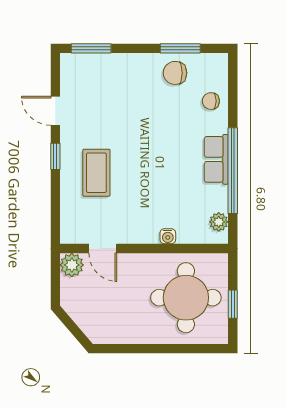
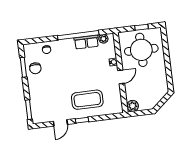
row of seats: (216, 159) -> (86, 42), moved
coffee table: (96, 173) -> (87, 100), width x1.36, depth x1.32
door: (103, 249) -> (121, 77), moved

